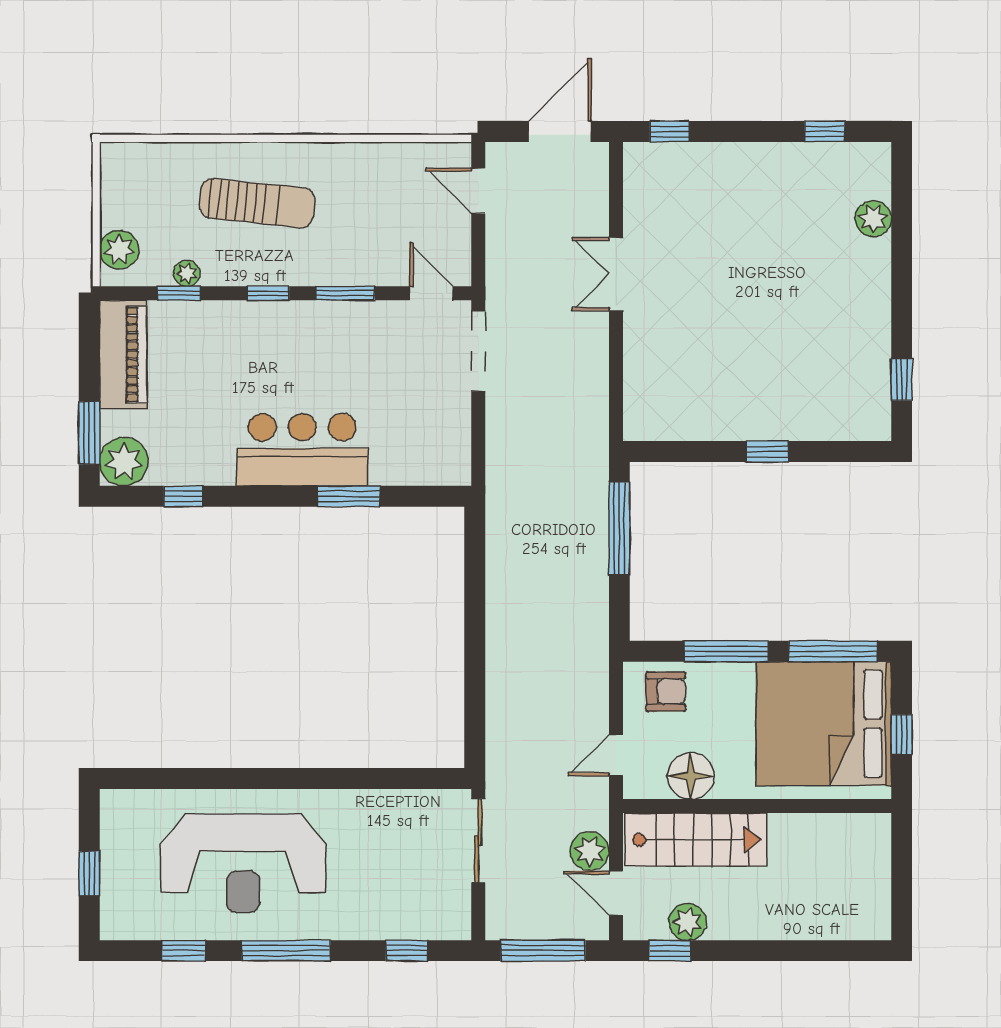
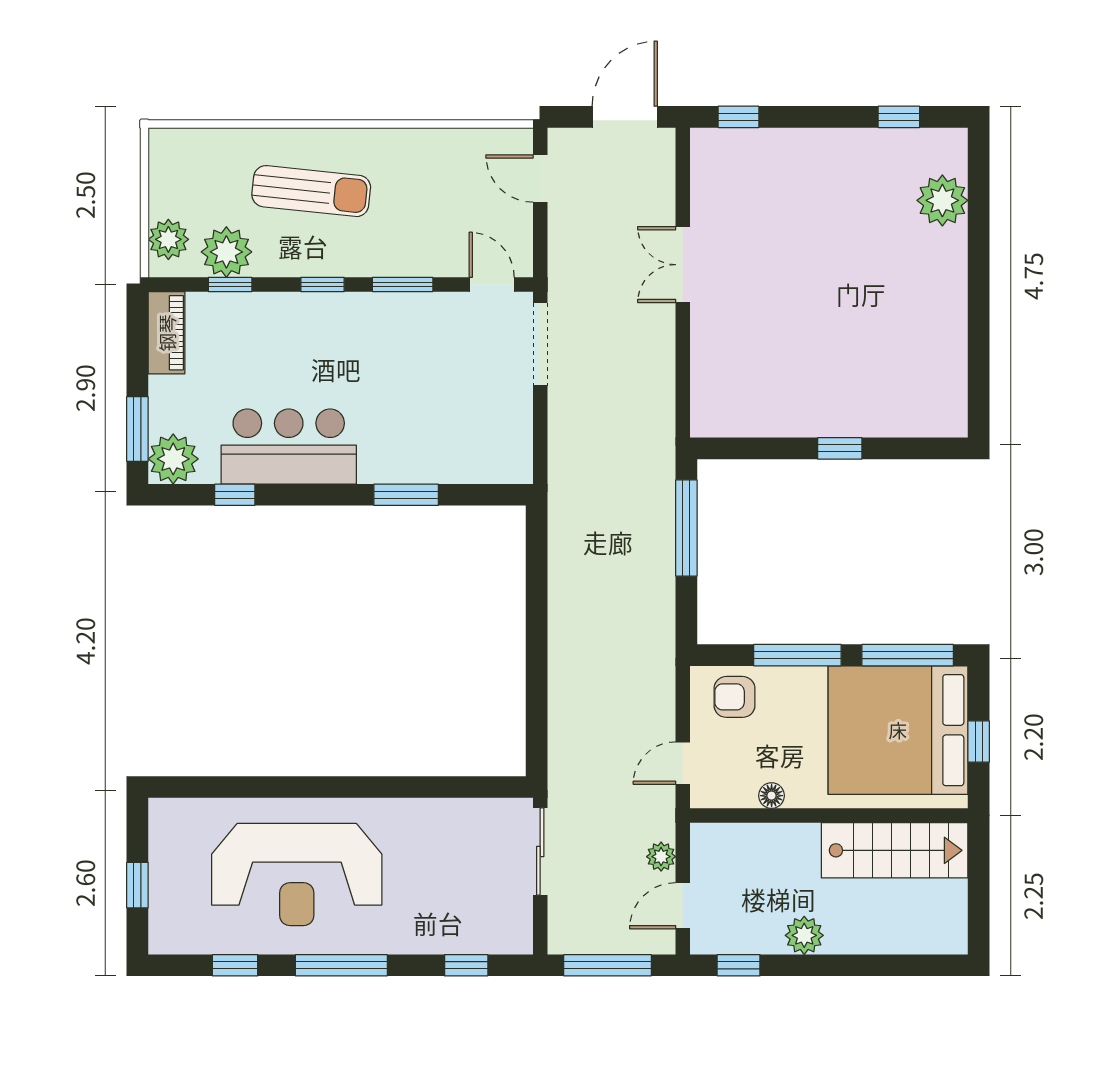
plant: (873, 219) -> (942, 200), width x1.36, depth x1.36
plant: (187, 273) -> (226, 252), width x1.87, depth x1.87
piano: (123, 354) -> (167, 333), width x0.73, depth x0.75
window: (902, 379) -> (979, 374), removed
bar counter: (302, 450) -> (289, 447), moved
armchair: (666, 692) -> (734, 697), turned 180
floor lamp: (691, 776) -> (772, 796), width x0.53, depth x0.53
stairs: (696, 840) -> (895, 850), moved
plant: (590, 851) -> (661, 857), width x0.73, depth x0.73
door: (616, 893) -> (683, 906), hinge flipped
plant: (688, 922) -> (804, 935), moved

